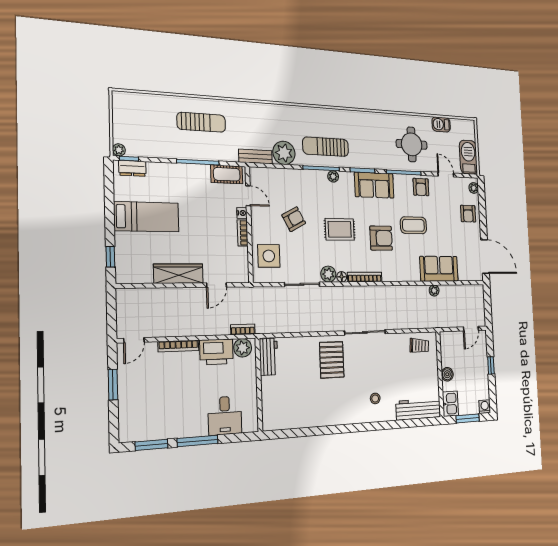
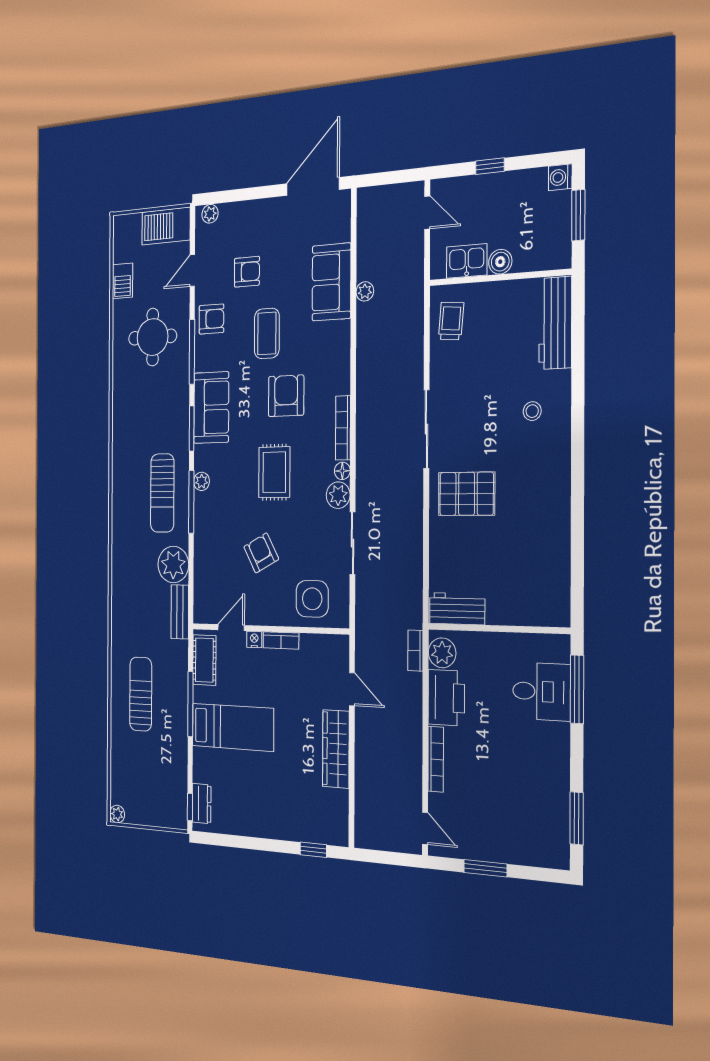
plant: (119, 150) -> (117, 814), moved
armchair: (468, 214) -> (247, 272), moved
bed: (147, 217) -> (233, 727), moved, turned 90
kitchen sink: (450, 404) -> (467, 261), moved
window: (198, 441) -> (577, 689), moved

